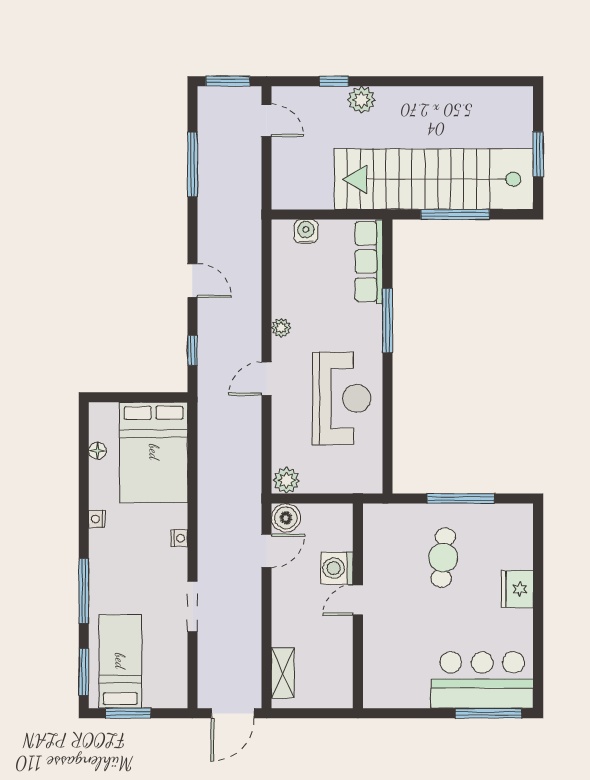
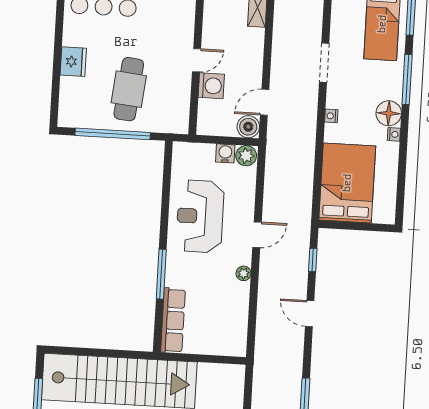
window: (455, 215) -> (104, 353), removed
water cooler: (306, 231) -> (225, 153), moved, turned 180
floor lamp: (97, 451) -> (389, 113), moved, width x1.89, depth x1.89
window: (461, 498) -> (113, 134), width x1.46
cafe table: (443, 558) -> (129, 89), width x1.37, depth x1.35

